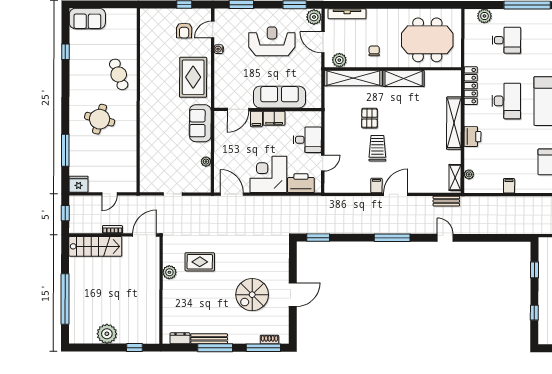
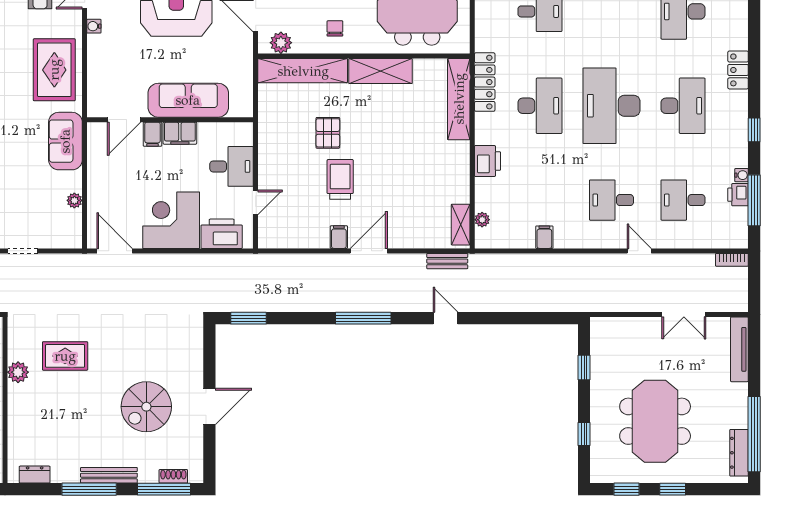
shelving: (454, 123) -> (459, 99), moved
bench: (209, 339) -> (109, 475), moved

